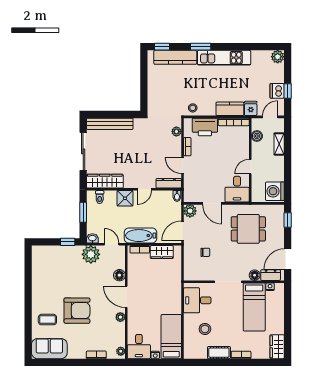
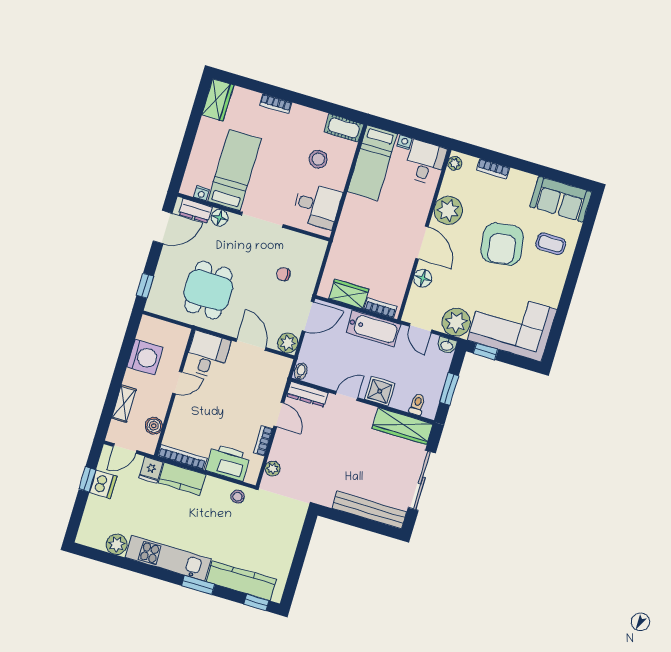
plant: (278, 57) -> (117, 544), moved
washing machine: (275, 191) -> (145, 357), moved
dining table: (248, 229) -> (208, 290), turned 90
corner sofa: (56, 263) -> (512, 325), added
armchair: (77, 311) -> (502, 244), turned -98
plant: (120, 317) -> (448, 210), width x1.88, depth x1.88
cot: (219, 353) -> (344, 128), moved

